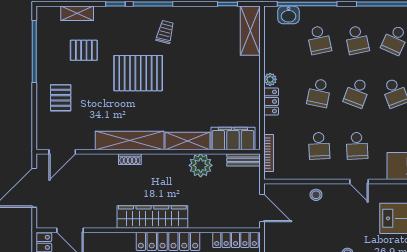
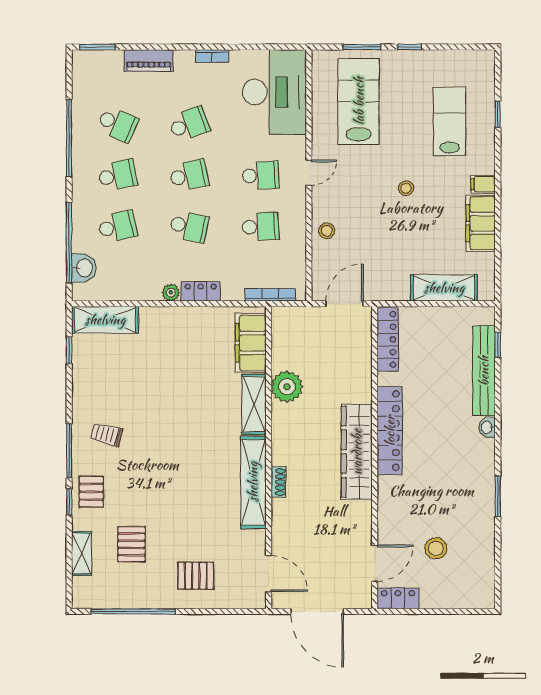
pallet: (138, 73) -> (91, 492), moved, width x0.49, depth x0.50
school desk: (357, 93) -> (189, 175), turned -33
bench: (243, 160) -> (280, 329), removed

